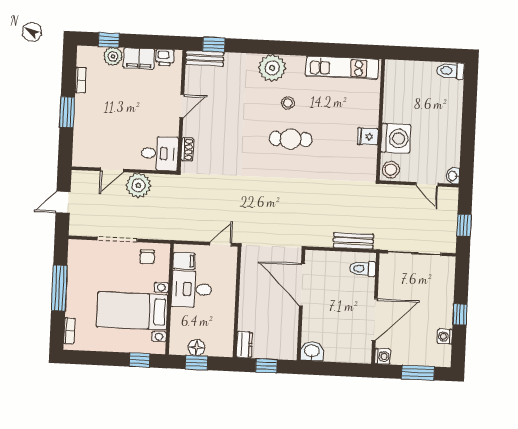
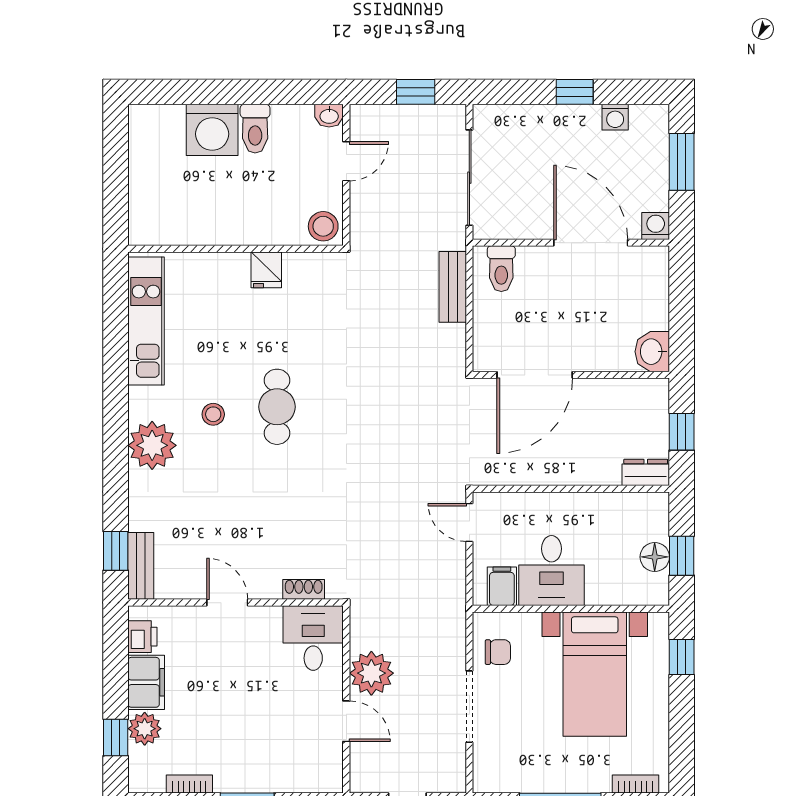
toilet: (450, 71) -> (255, 129), moved
washing machine: (396, 138) -> (212, 130), moved, turned 180

